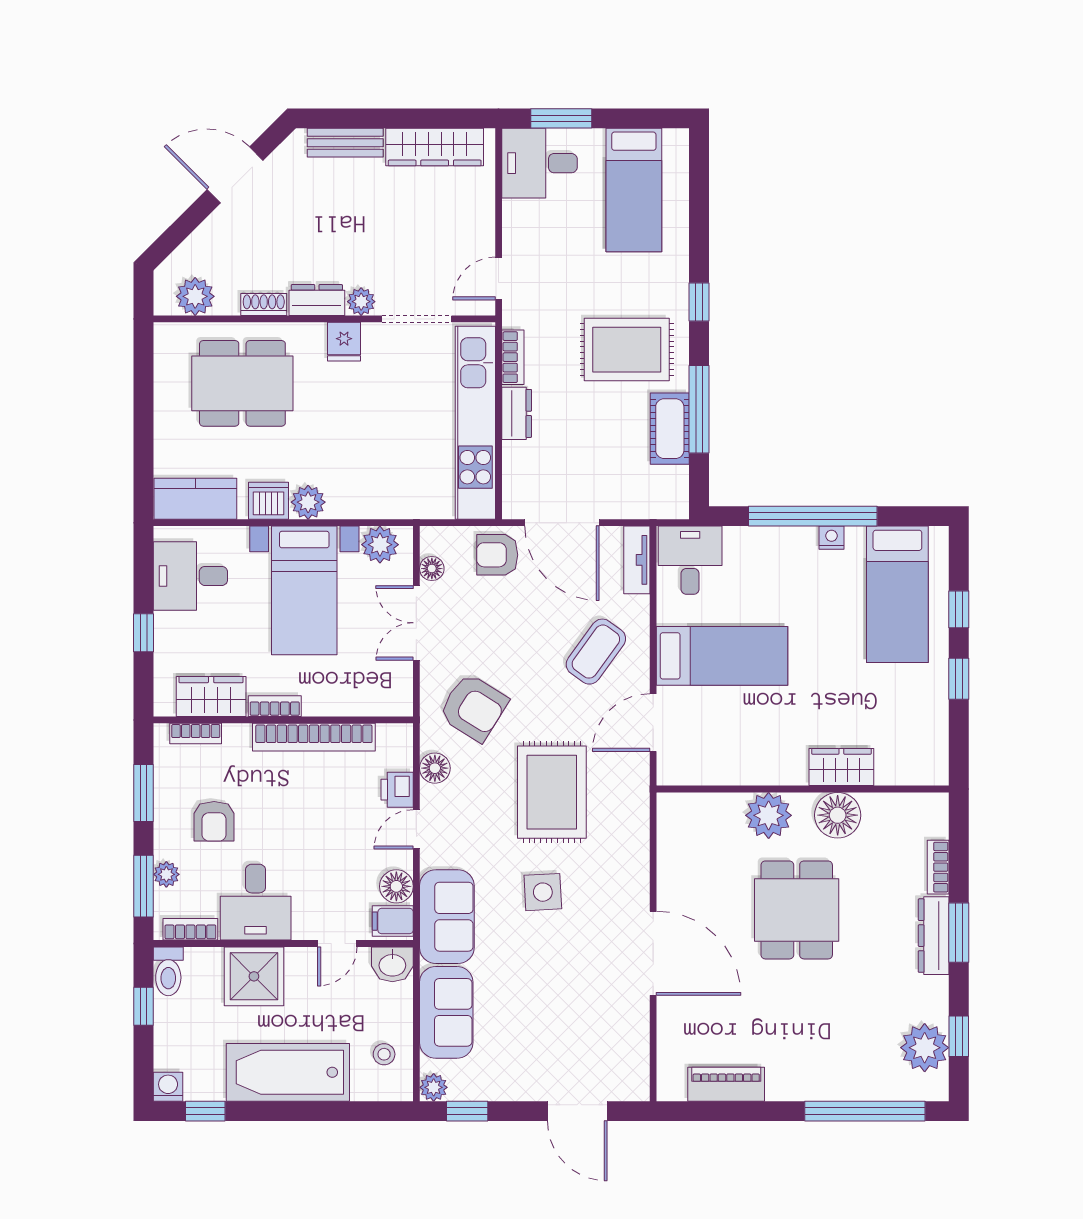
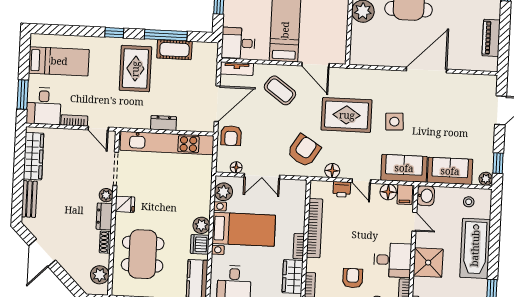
bookcase: (513, 357) -> (74, 120), moved
armchair: (214, 821) -> (353, 278), turned -90

